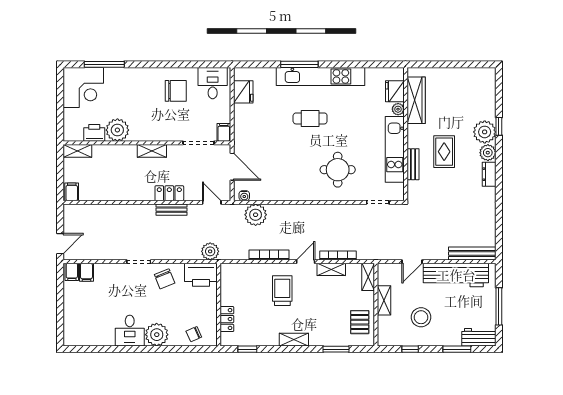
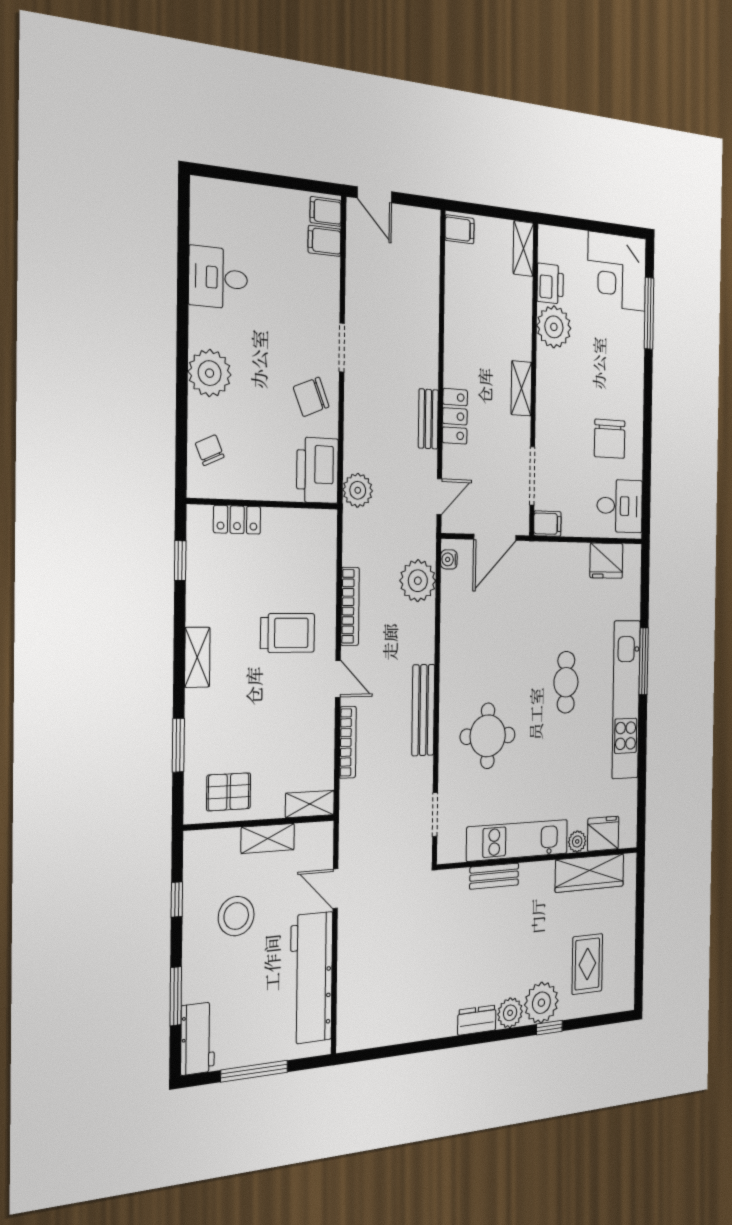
rug: (444, 152) -> (587, 964), moved, turned 90
bench: (472, 253) -> (423, 710), moved
shelving: (331, 269) -> (324, 730), removed
desk: (130, 331) -> (218, 278), moved

